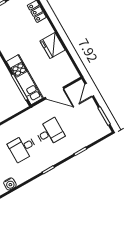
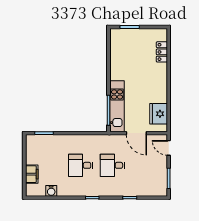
fridge: (52, 46) -> (159, 114), moved
door: (89, 90) -> (169, 148), hinge flipped
desk: (50, 132) -> (112, 165), turned 180

